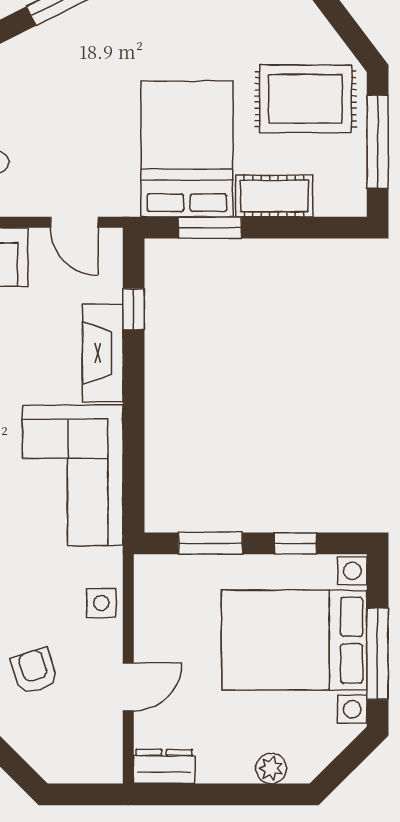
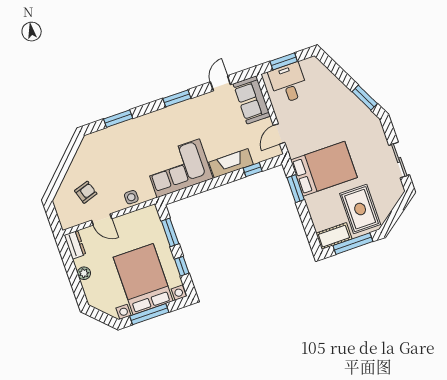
cot: (274, 196) -> (334, 236), moved, turned 90
armchair: (34, 671) -> (86, 192), moved
plant: (271, 768) -> (84, 273), moved

